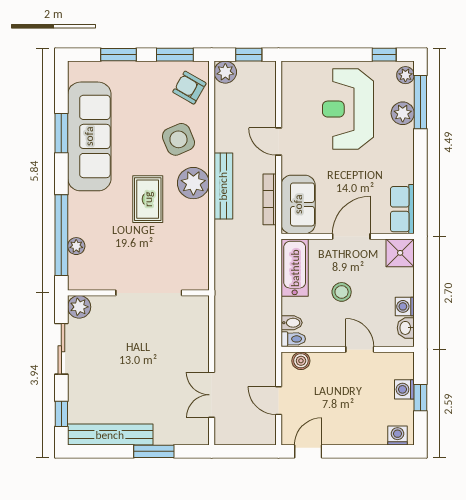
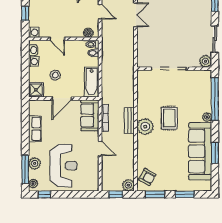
side table: (178, 139) -> (153, 150), removed
bench: (223, 186) -> (129, 120), width x0.73
row of seats: (402, 209) -> (35, 129), moved
plant: (76, 246) -> (207, 117), moved
stool: (342, 292) -> (55, 75), moved
washing machine: (404, 389) -> (34, 32), moved

